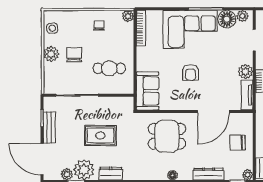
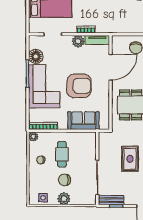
plant: (242, 16) -> (33, 44), removed
cafe table: (109, 68) -> (62, 154), moved
armchair: (191, 73) -> (79, 86), width x1.88, depth x1.88
sofa: (148, 91) -> (83, 121), moved
door: (213, 112) -> (111, 67), hinge flipped
bench: (49, 127) -> (111, 200), moved

